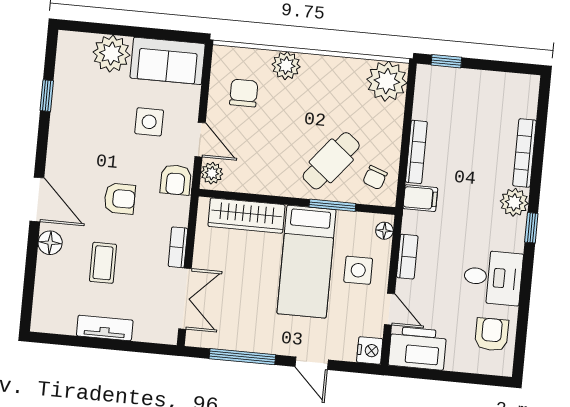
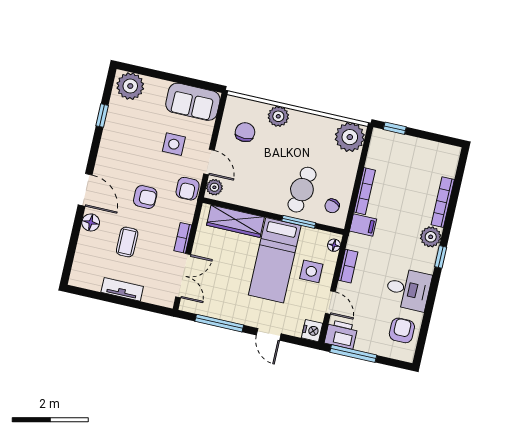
plant: (111, 54) -> (130, 86), moved
cafe table: (331, 161) -> (302, 190), turned -30
printer: (418, 348) -> (341, 334), width x0.73, depth x0.84
window: (430, 374) -> (353, 354), added

